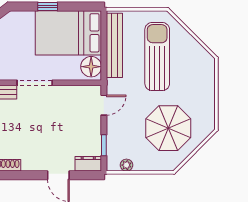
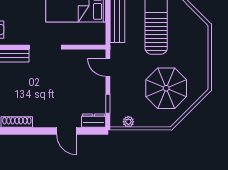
floor lamp: (91, 67) -> (96, 33), removed
door: (104, 105) -> (108, 67), swing flipped

